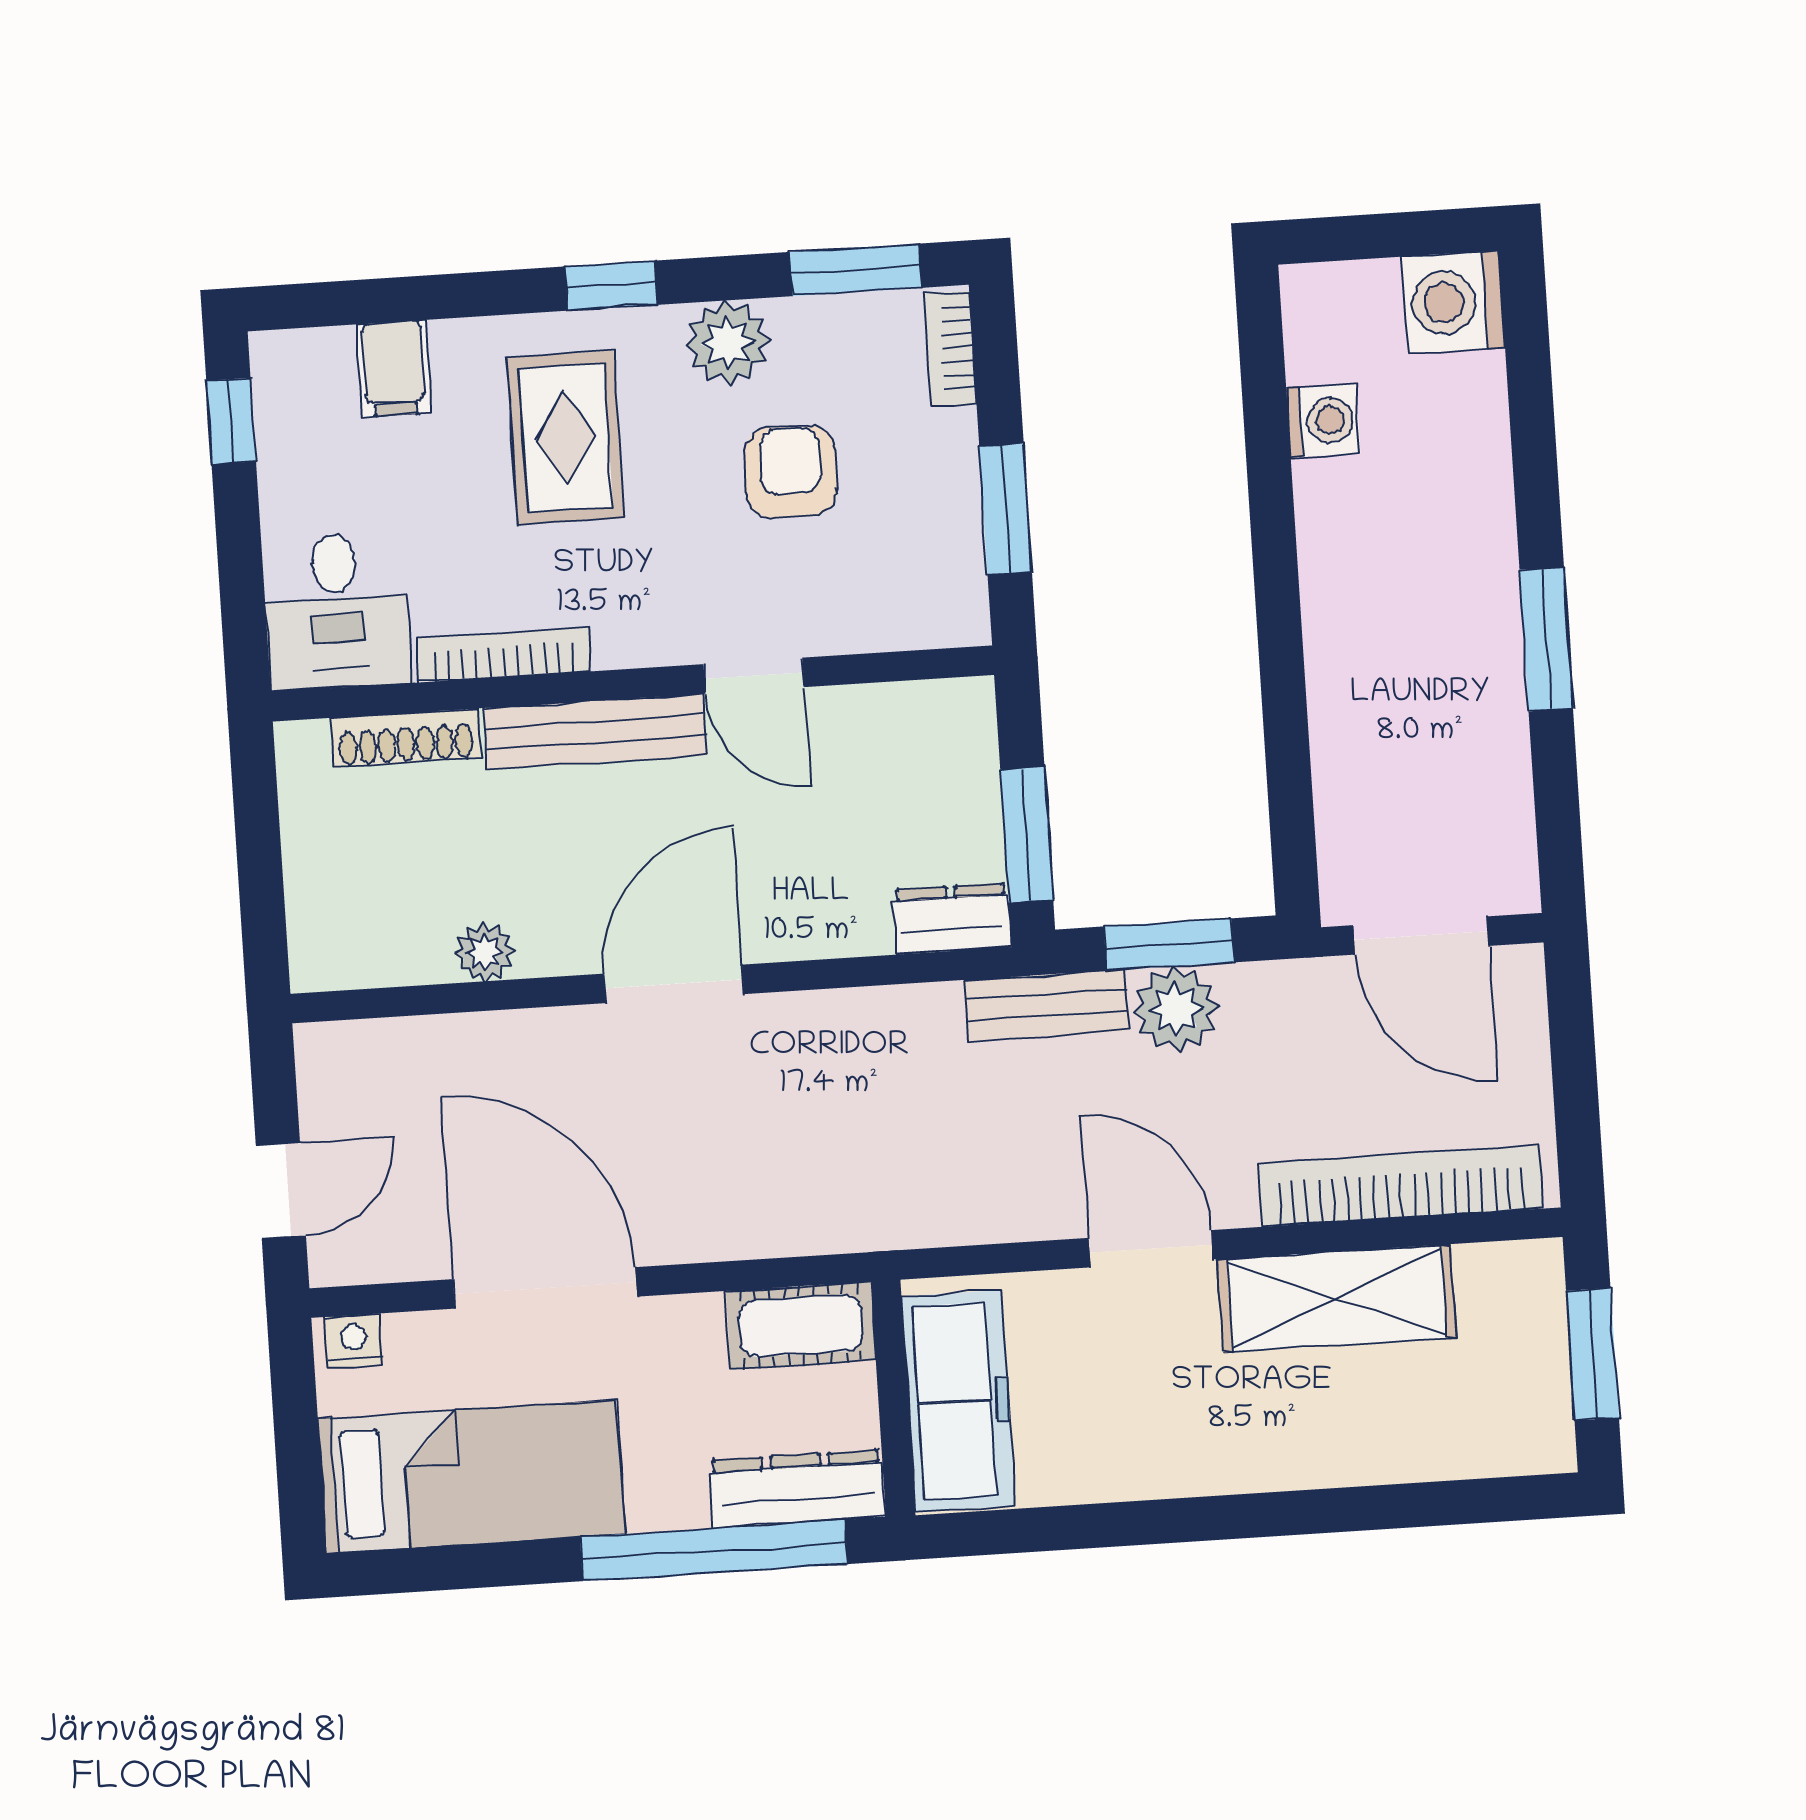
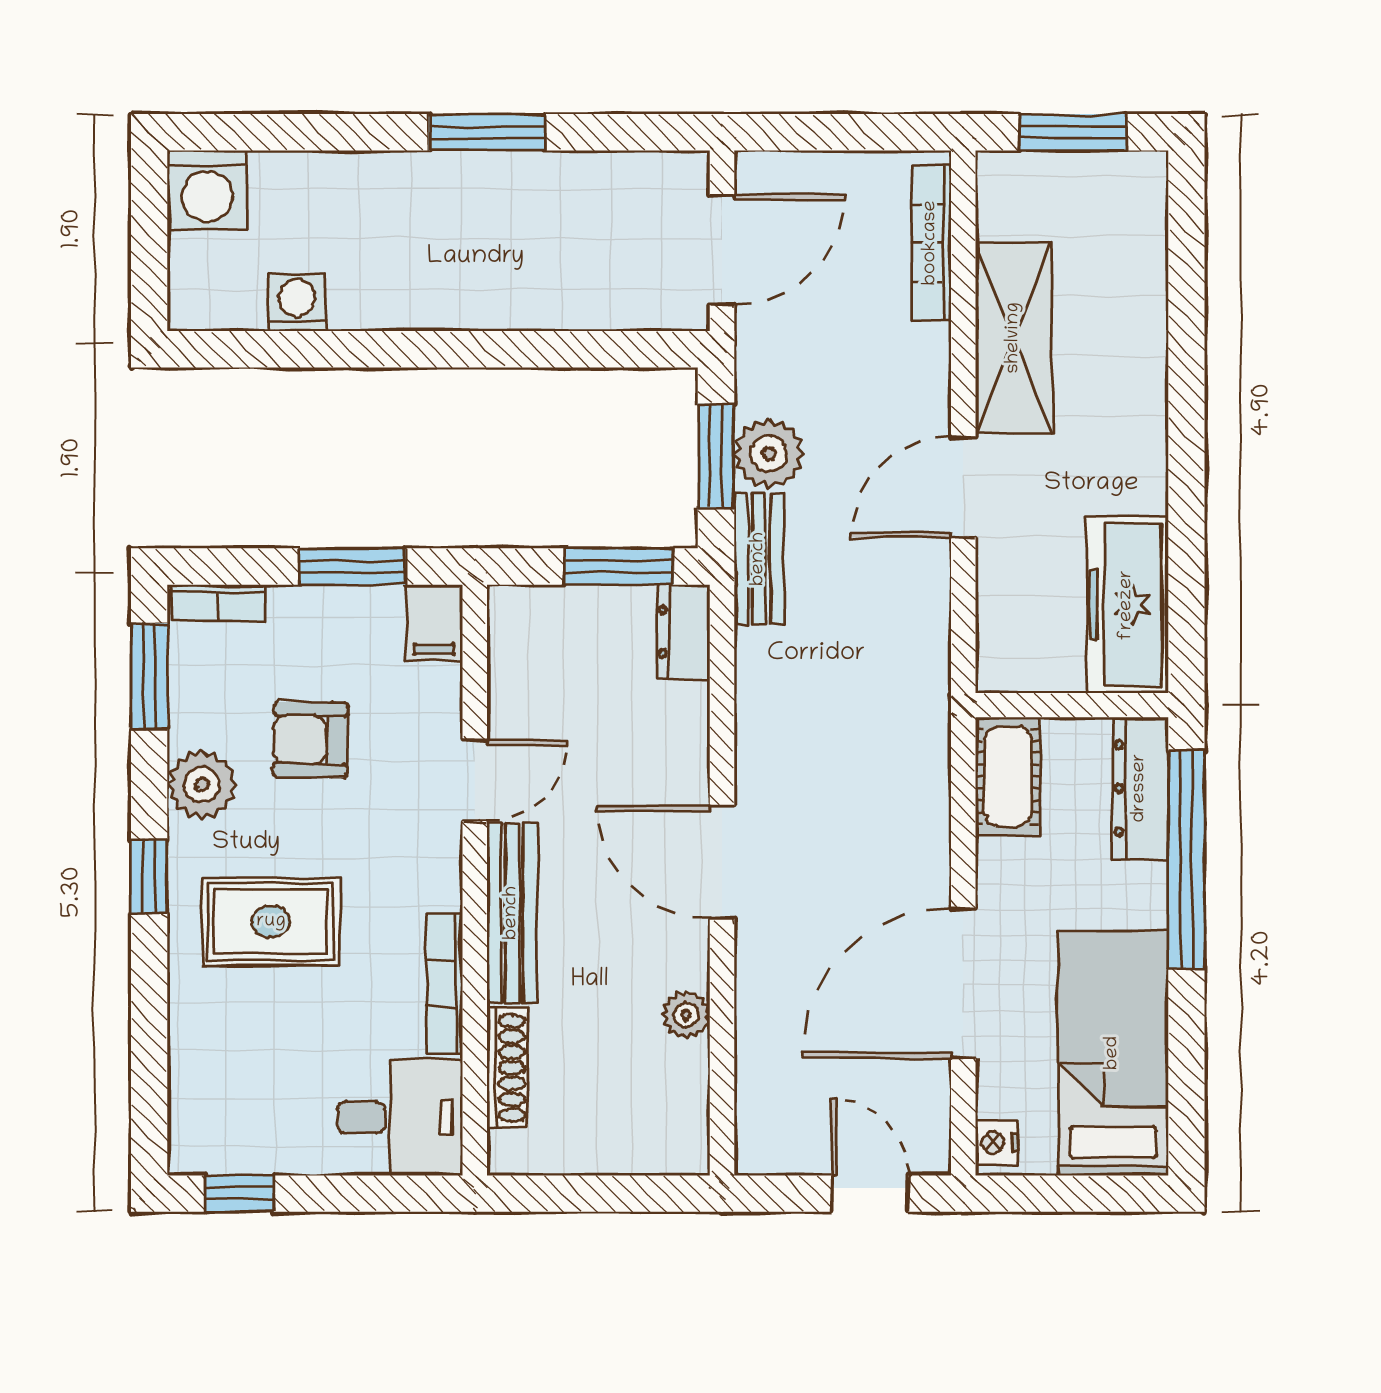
filing cabinet: (394, 369) -> (434, 623), moved, turned 90
bookcase: (1401, 1186) -> (931, 243), width x0.68, depth x0.76
freezer: (958, 1401) -> (1127, 605), moved, turned -90

